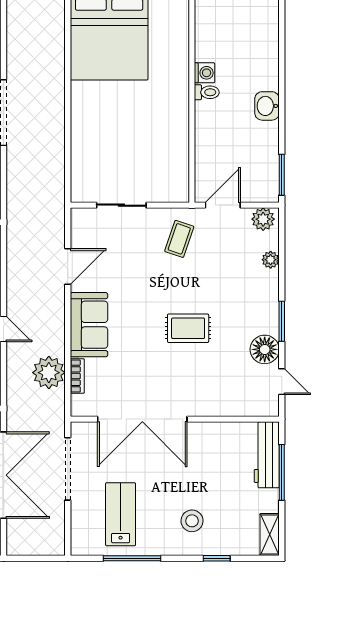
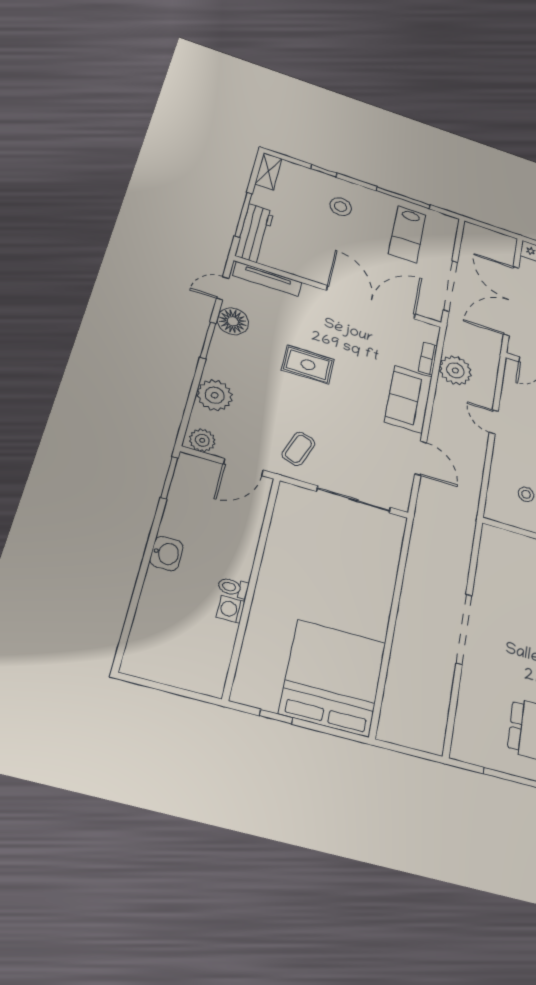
sliding door: (121, 205) -> (354, 499), width x1.37
plant: (271, 260) -> (215, 395), width x1.88, depth x1.88
door: (68, 266) -> (421, 458), swing flipped
door: (282, 382) -> (223, 288), hinge flipped
tv unit: (244, 408) -> (267, 279), added

